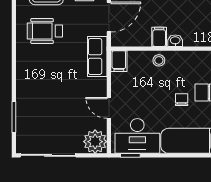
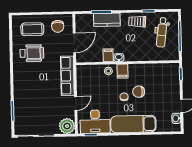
wheelchair: (45, 31) -> (32, 53), turned 180
row of seats: (97, 56) -> (67, 76), width x1.48
filing cabinet: (119, 61) -> (122, 71), moved
door: (109, 108) -> (76, 103), swing flipped

